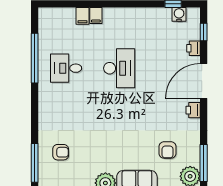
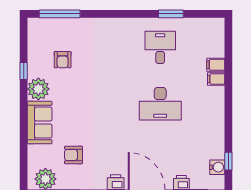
window: (35, 58) -> (171, 14), width x0.47
armchair: (61, 152) -> (63, 60), moved

